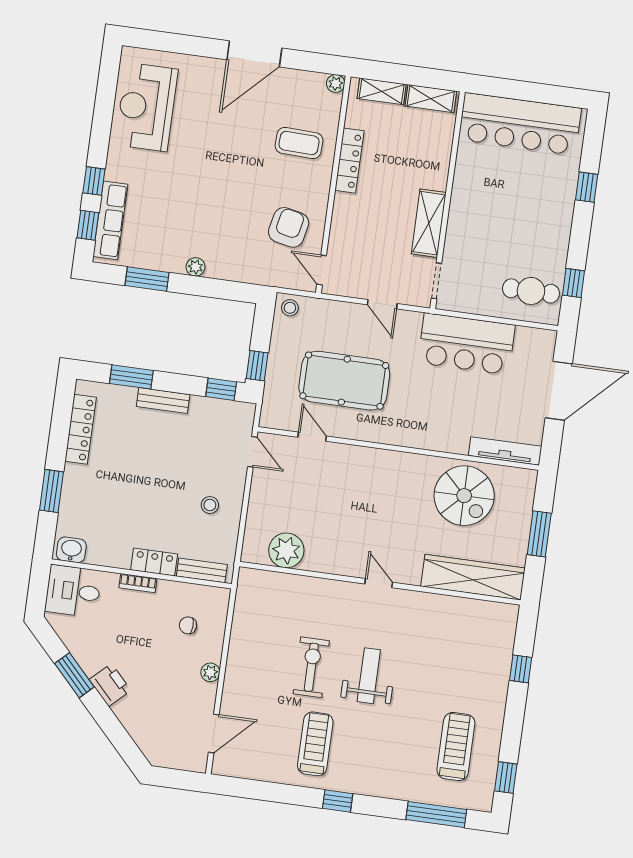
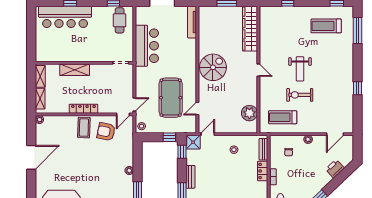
door: (254, 54) -> (31, 157), hinge flipped
bar counter: (520, 124) -> (65, 17), moved, turned 90
coffee table: (299, 143) -> (84, 128), moved
locker: (349, 161) -> (83, 109), moved
shelving: (429, 223) -> (75, 70), moved
door: (382, 304) -> (134, 104), moved
shower: (239, 417) -> (193, 142), added
spiral stairs: (464, 496) -> (213, 67), moved
door: (379, 583) -> (258, 70), swing flipped
weight bench: (369, 676) -> (300, 69), turned -90
printer: (110, 685) -> (335, 169), moved
door: (214, 734) -> (335, 134), swing flipped
treadmill: (315, 744) -> (283, 117), moved
window: (338, 801) -> (357, 88), moved

